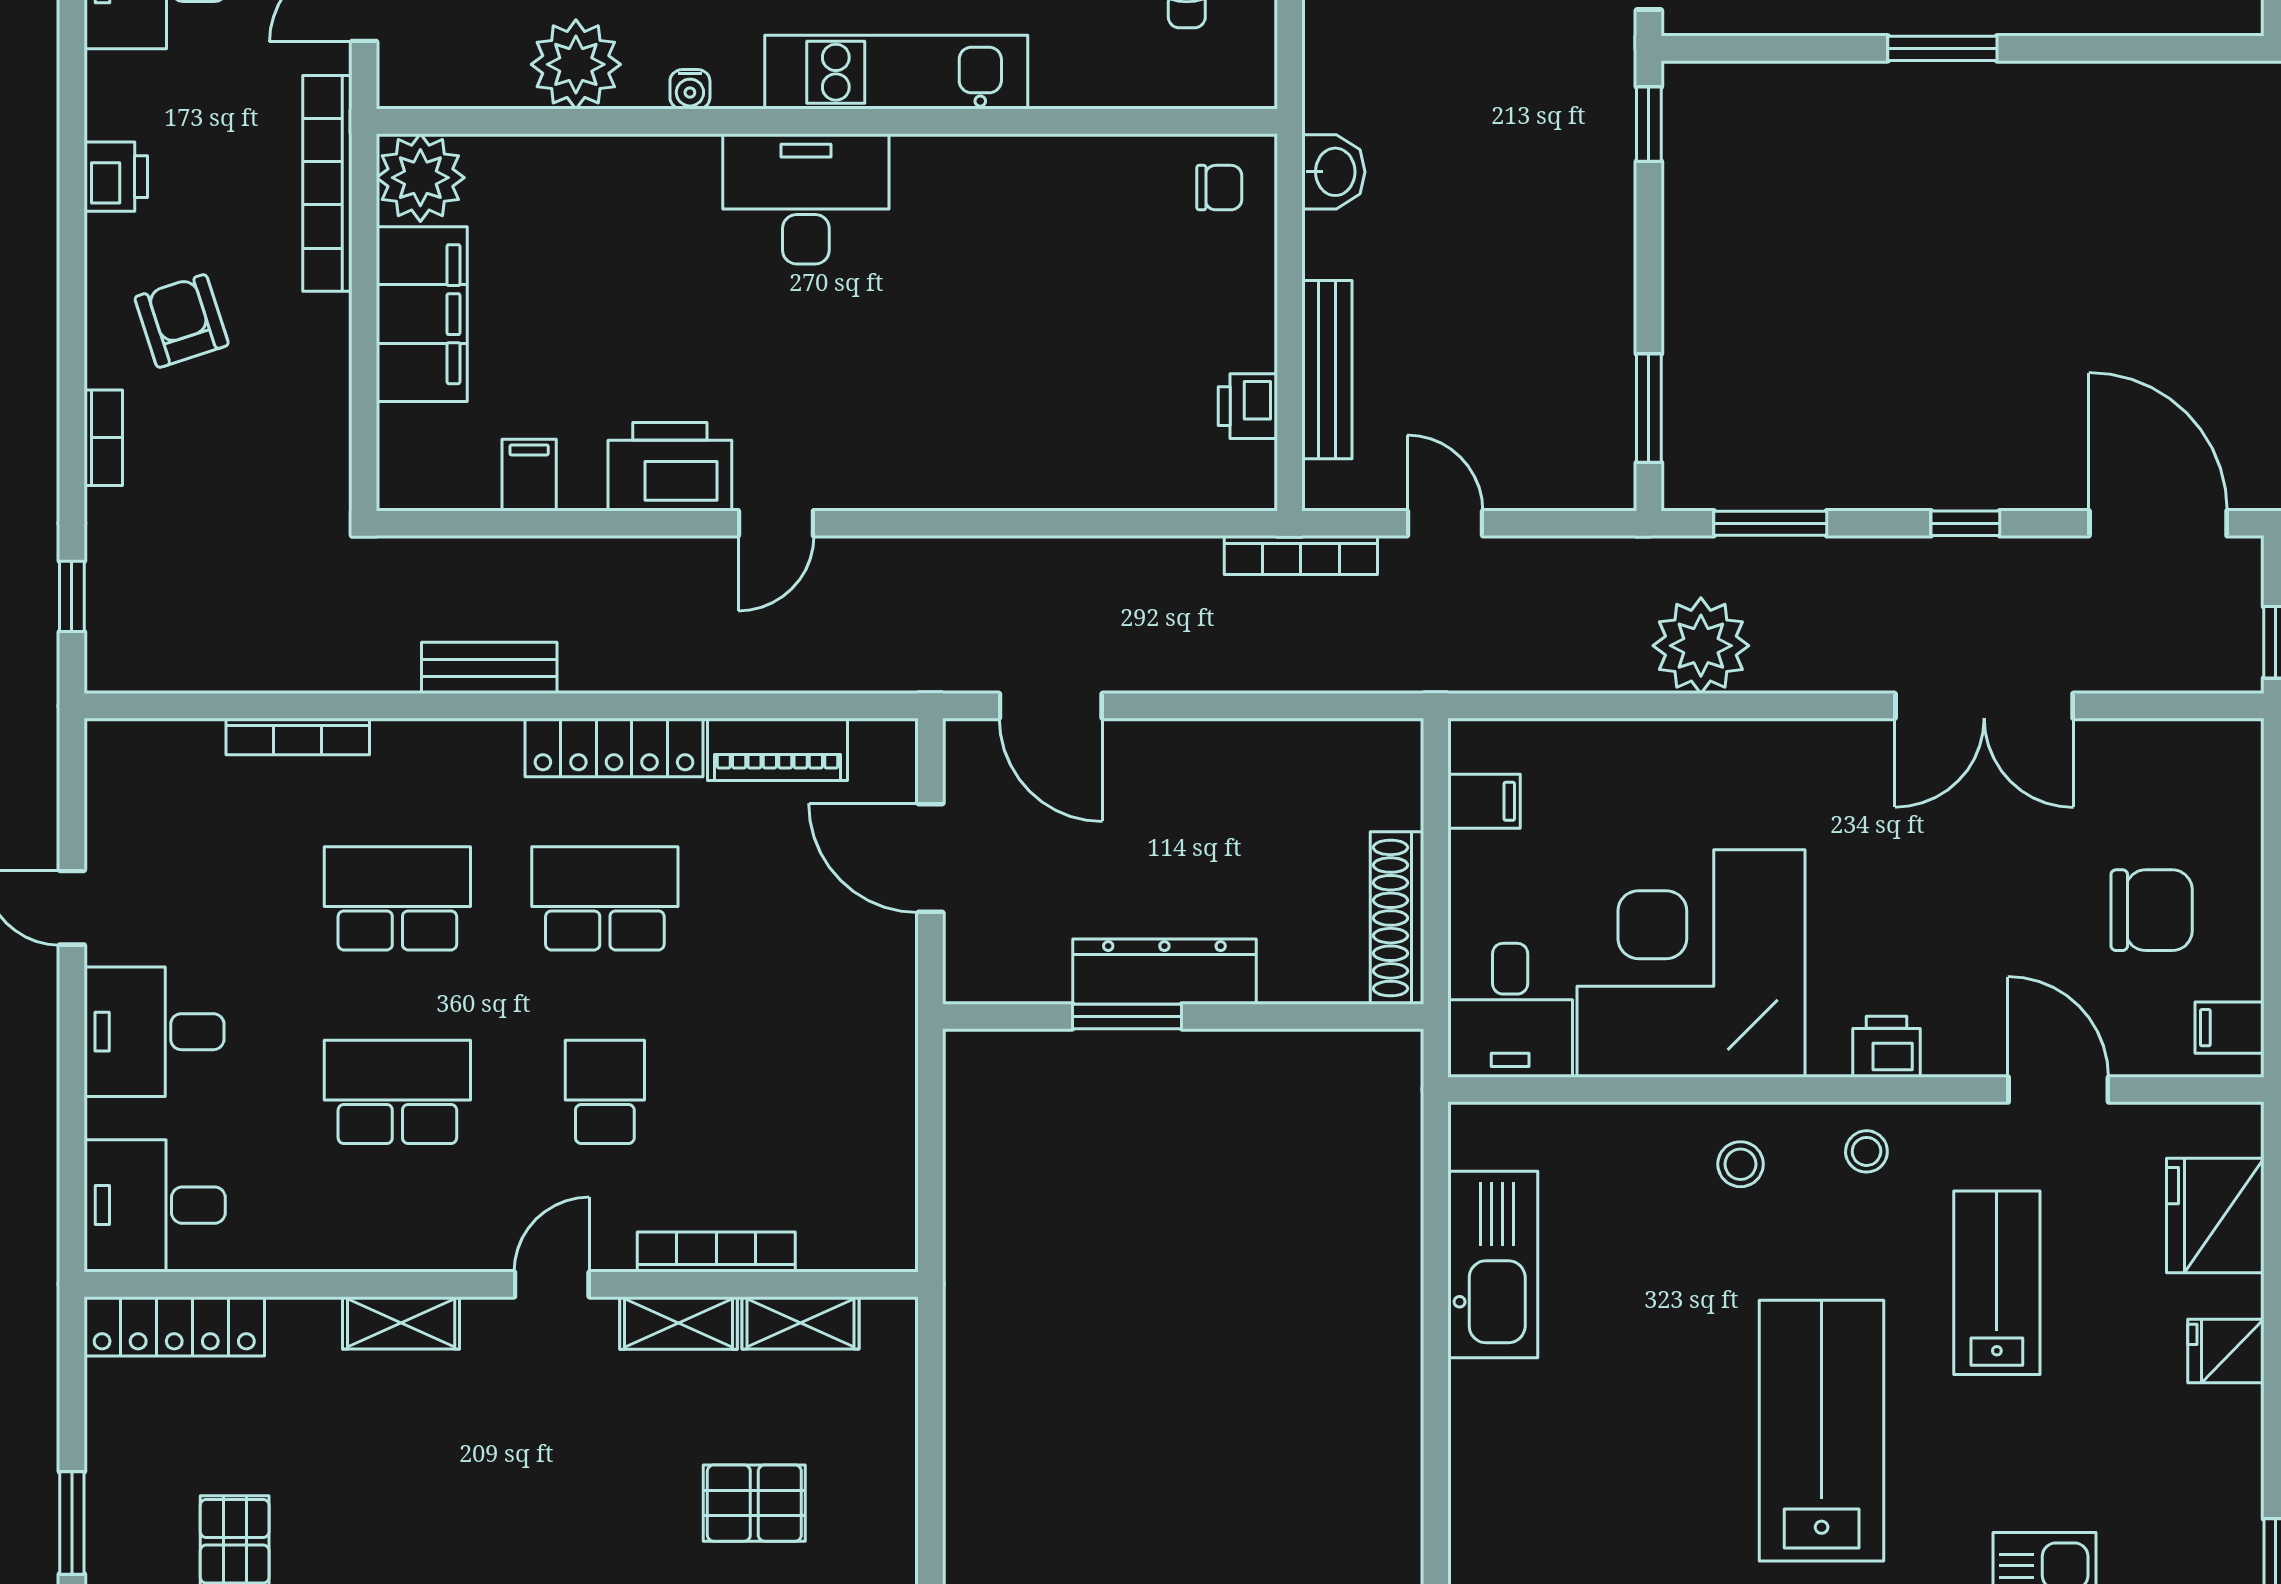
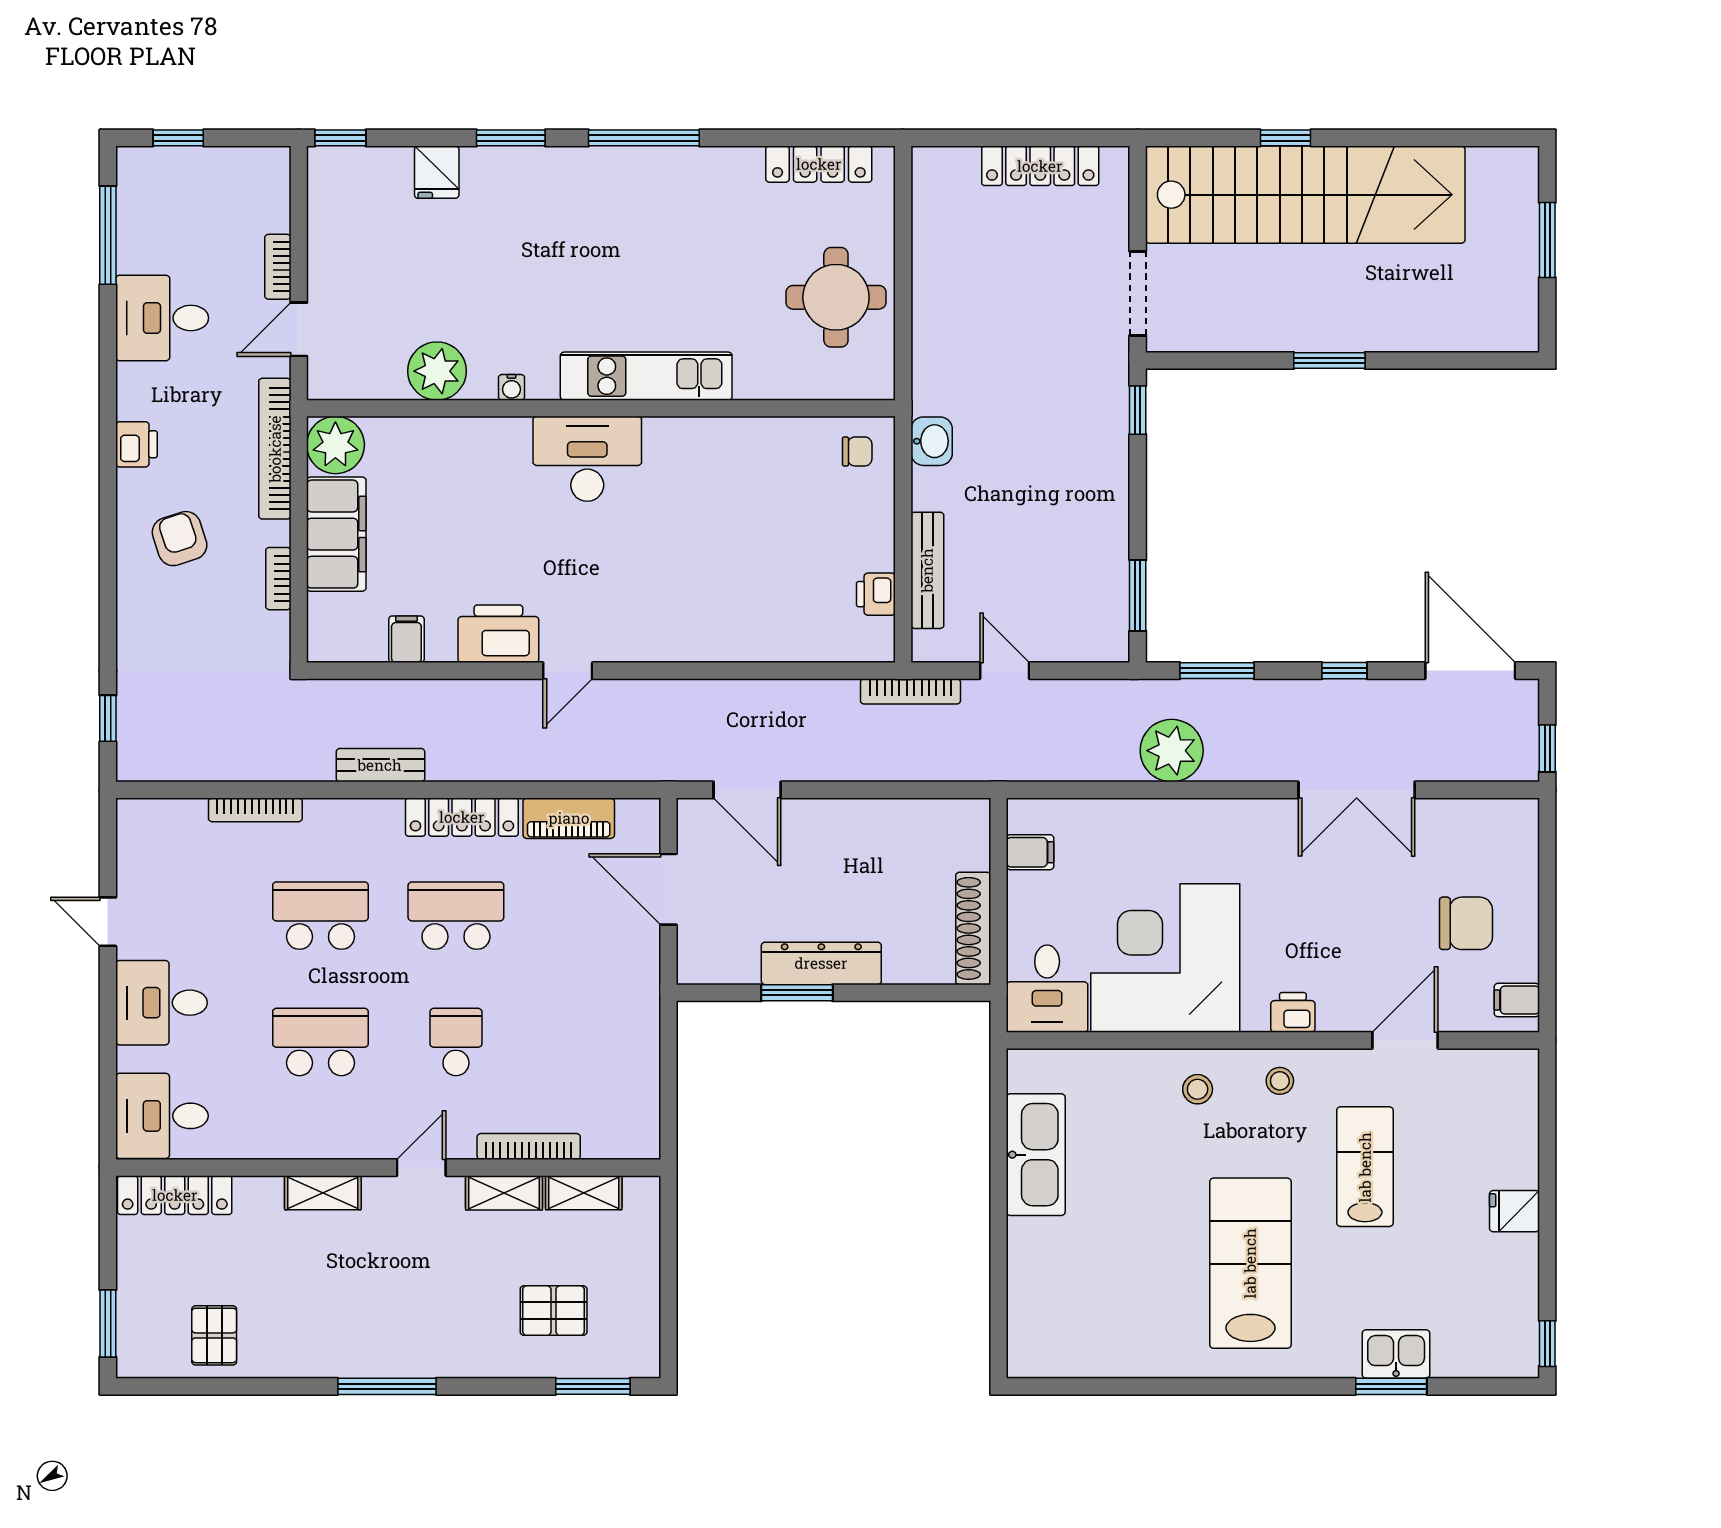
bookcase: (103, 438) -> (278, 579), moved, turned 180
door: (2058, 1089) -> (1405, 1040), hinge flipped
fridge: (2215, 1215) -> (1508, 1123), removed

